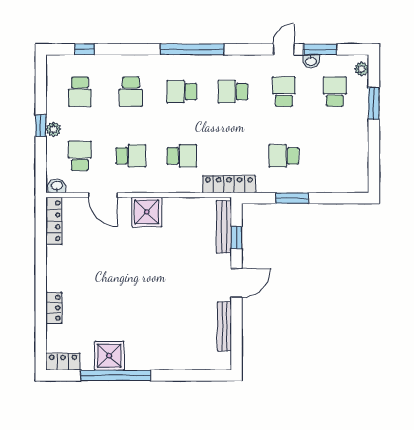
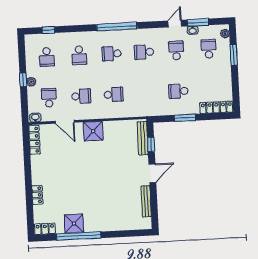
locker: (229, 184) -> (216, 107), moved

